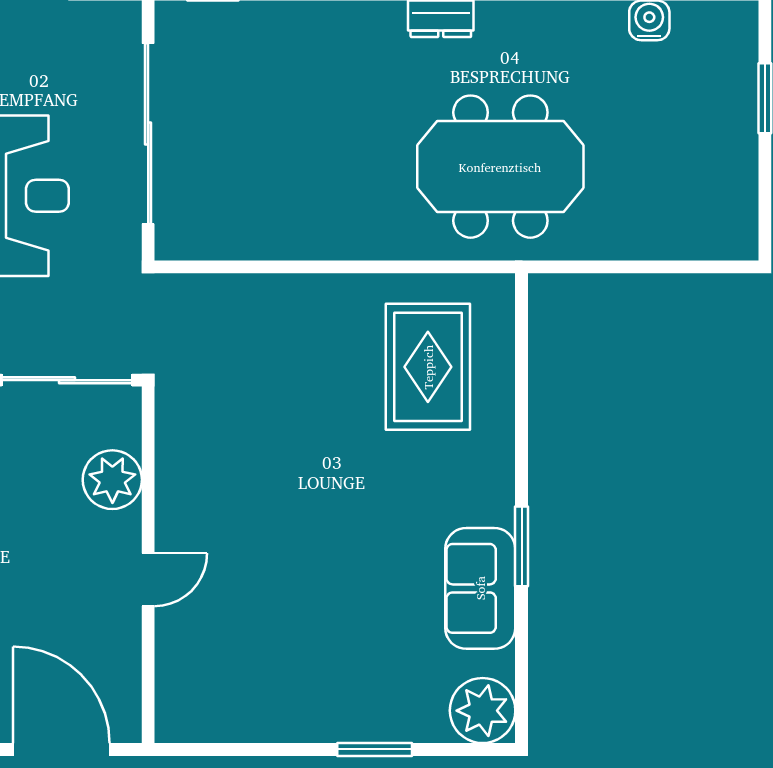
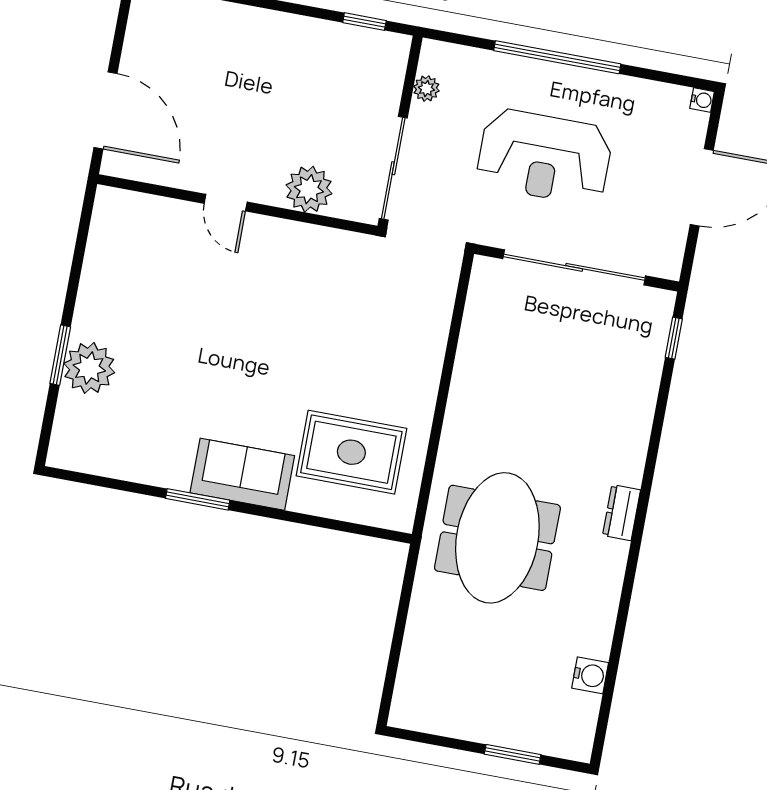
sofa: (480, 588) -> (242, 474), moved
plant: (483, 711) -> (89, 368), moved
door: (61, 749) -> (106, 110), hinge flipped

